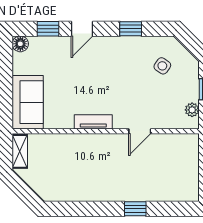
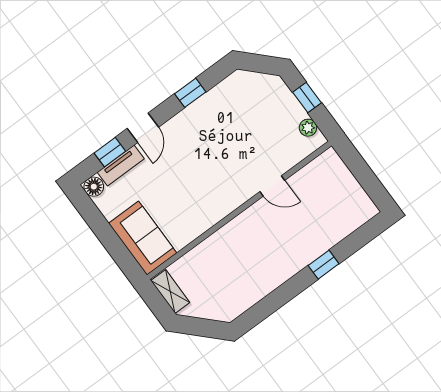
side table: (162, 66) -> (248, 106), removed
tv unit: (93, 122) -> (121, 166), moved, turned 180
door: (140, 131) -> (272, 186), hinge flipped

